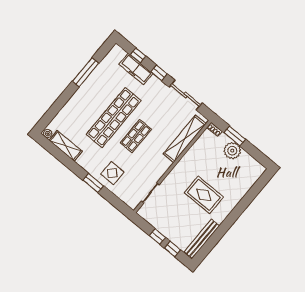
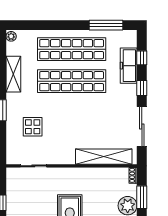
window: (86, 72) -> (106, 25), moved
shop shelf: (136, 136) -> (72, 49), moved, width x2.00, depth x1.36
shelving: (66, 146) -> (13, 74), moved
display table: (112, 173) -> (33, 127), moved

